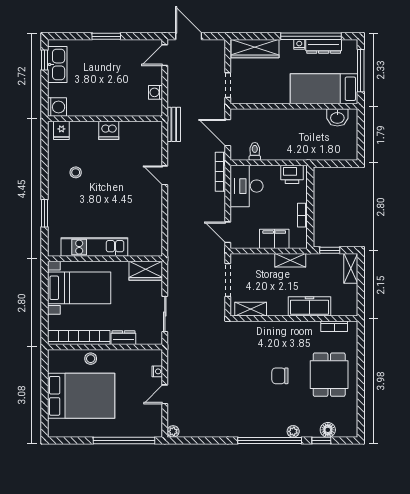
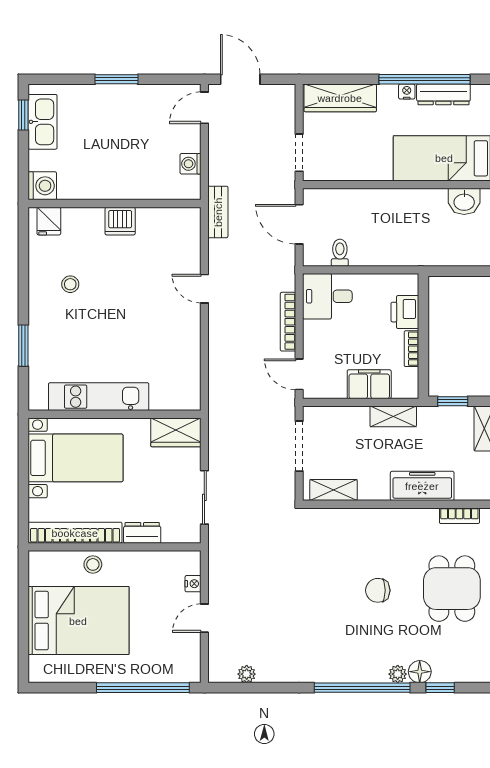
bookcase: (220, 172) -> (288, 322), moved
printer: (292, 174) -> (405, 312), moved, turned 90
desk: (246, 186) -> (327, 296), width x0.73
floor lamp: (328, 430) -> (420, 672), moved
plant: (173, 431) -> (247, 674), moved

